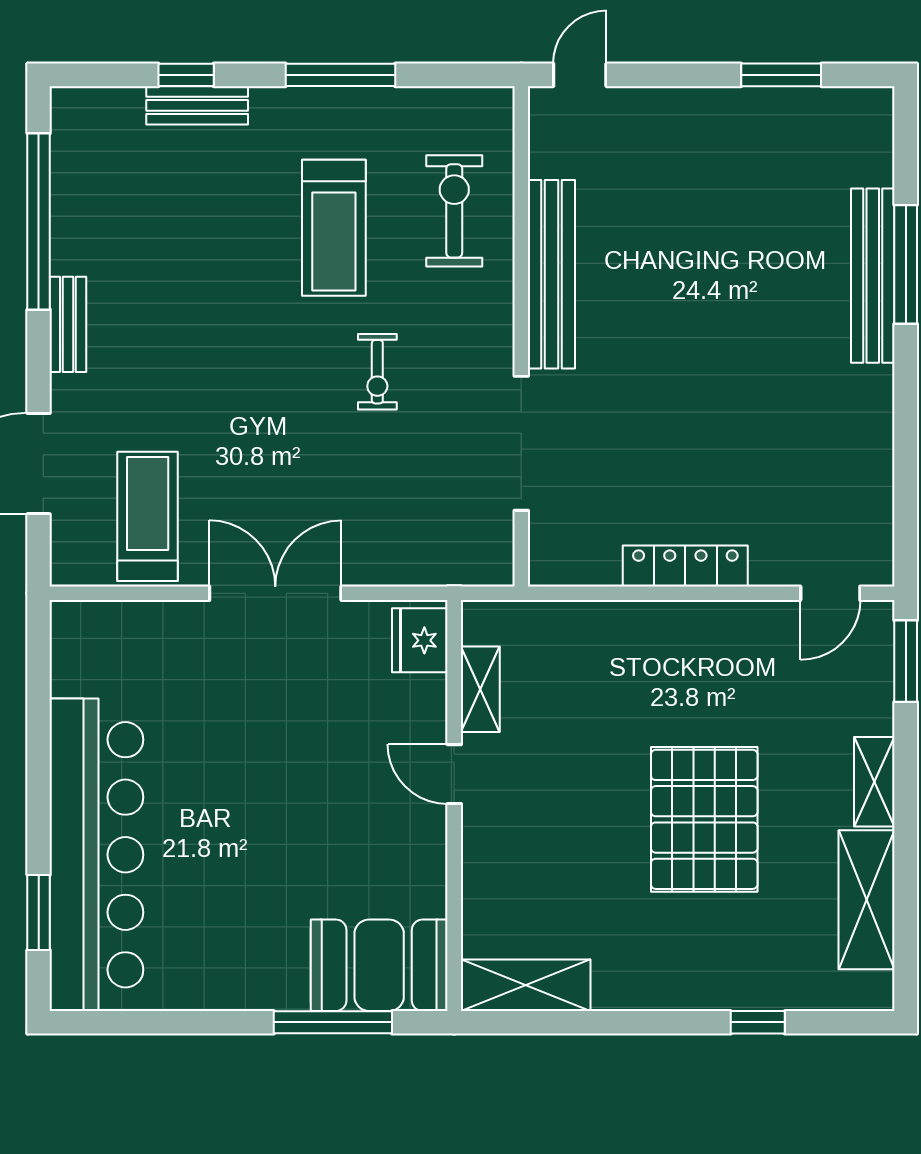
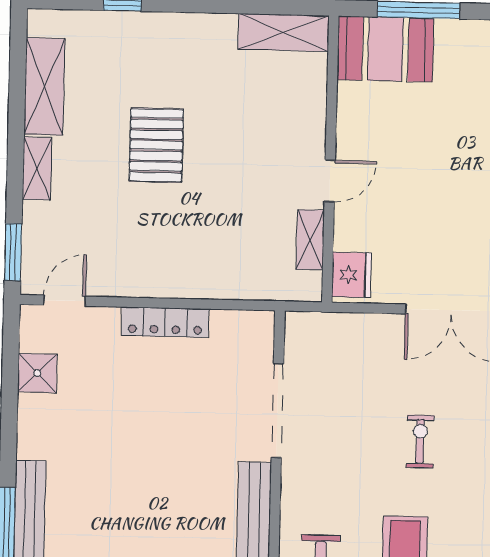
exercise bike: (377, 372) -> (420, 441), moved
shower: (867, 489) -> (37, 373), added
door: (454, 774) -> (330, 181), hinge flipped
pallet: (704, 819) -> (156, 145), width x0.73, depth x0.71

